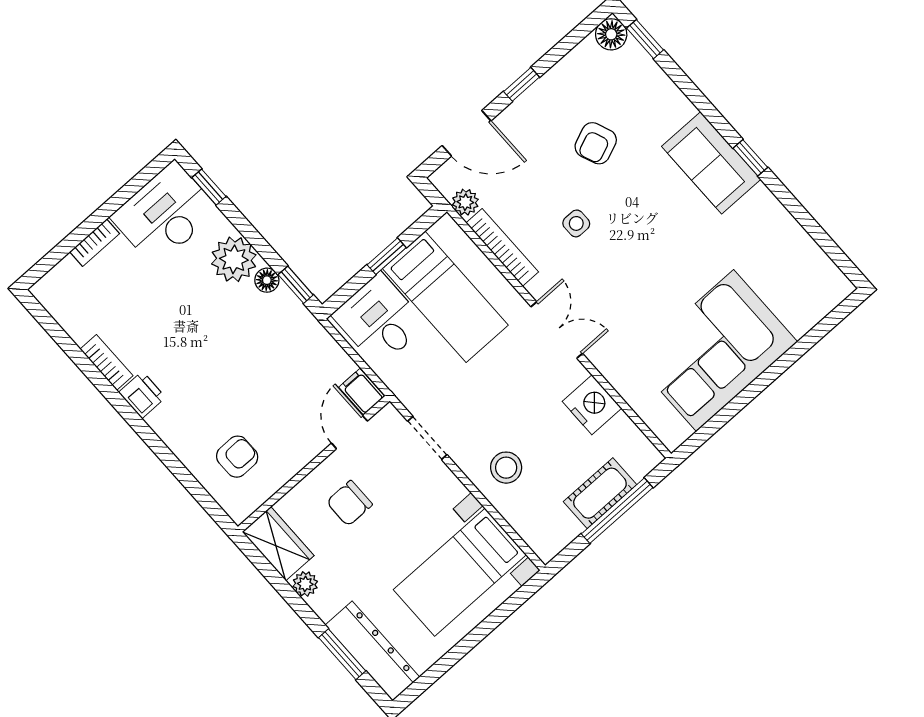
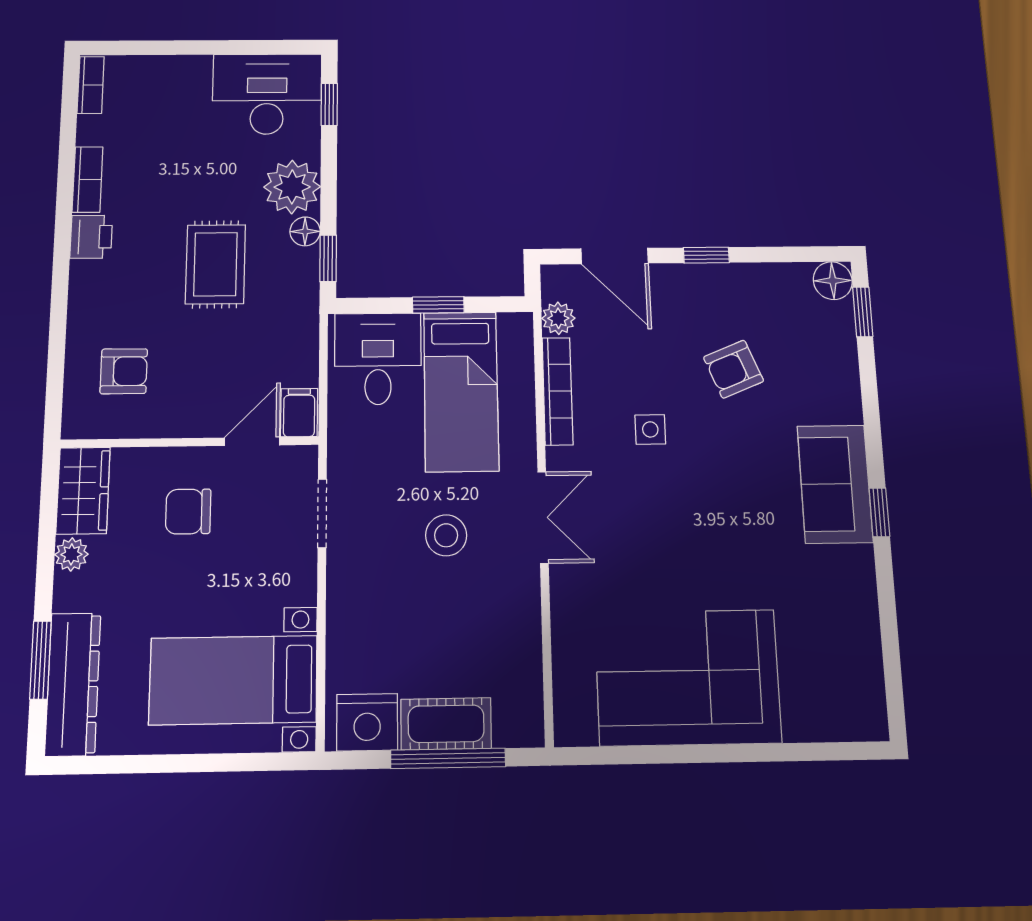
bookcase: (95, 243) -> (91, 85), moved, turned -90
rug: (232, 347) -> (216, 264), added
nightstand: (592, 405) -> (367, 722), moved, turned 90
stool: (506, 468) -> (446, 535), moved

